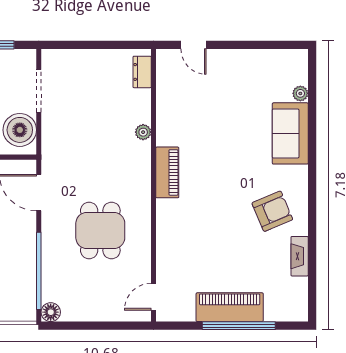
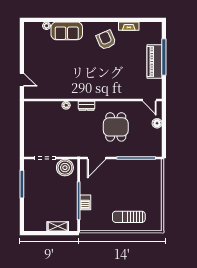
door: (193, 45) -> (22, 80), hinge flipped
dresser: (142, 72) -> (87, 106), moved
piano: (167, 172) -> (86, 93), removed
dining table: (100, 230) -> (116, 127), turned 90
floor lamp: (51, 312) -> (157, 123), moved

